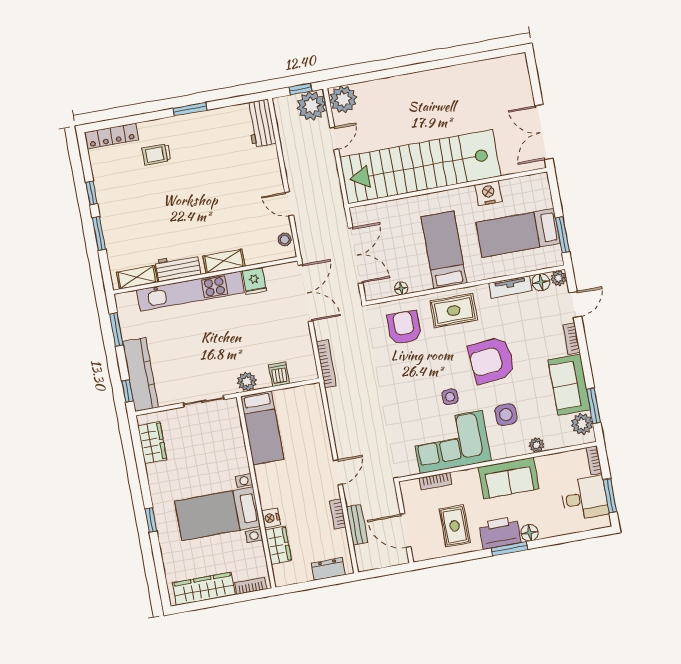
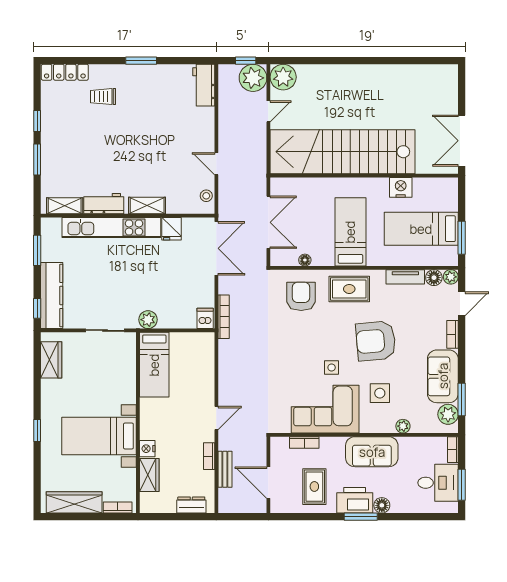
dishwasher: (279, 374) -> (205, 318), moved

